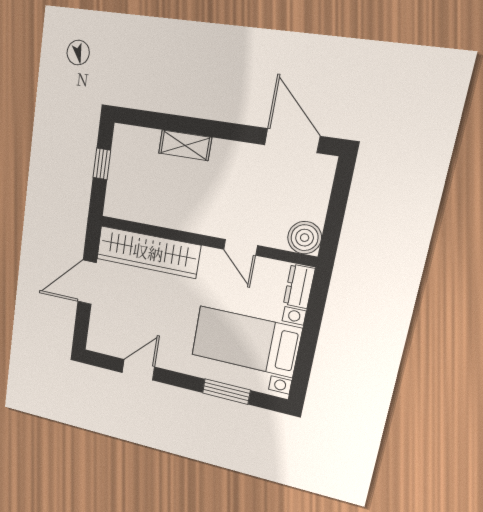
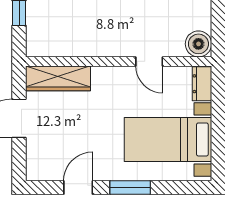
wardrobe: (148, 252) -> (58, 78), width x0.71, depth x0.85
window: (226, 392) -> (130, 188), moved

